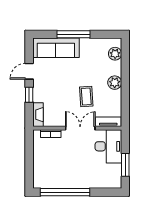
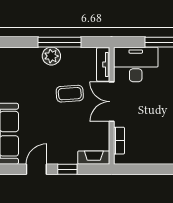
plant: (115, 54) -> (13, 56), removed
door: (29, 71) -> (36, 169), swing flipped
window: (125, 89) -> (59, 42), added

